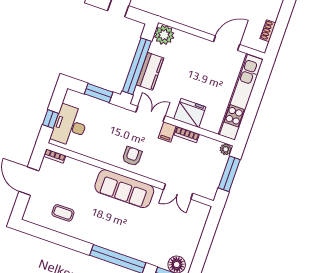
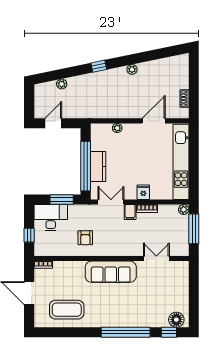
plant: (164, 35) -> (117, 128), moved, width x0.53, depth x0.53
fridge: (190, 113) -> (143, 192), width x0.53, depth x0.75
desk: (70, 126) -> (51, 218), moved, turned 90
armchair: (132, 156) -> (85, 238), moved, turned 180
double door: (178, 192) -> (156, 258), swing flipped
coffee table: (63, 213) -> (67, 310), width x1.86, depth x1.72

